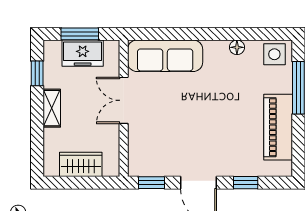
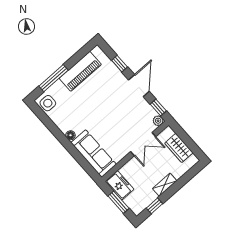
floor lamp: (237, 47) -> (70, 135), moved
freezer: (83, 53) -> (120, 185), moved
double door: (124, 100) -> (143, 144), moved
plant: (136, 168) -> (158, 121), added

